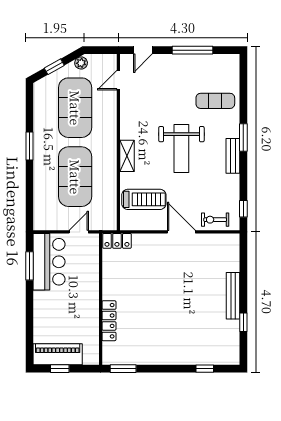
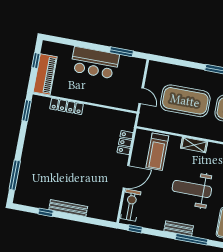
window: (243, 138) -> (192, 239), width x1.44
exercise bike: (215, 220) -> (131, 205), width x1.38, depth x1.39
locker: (117, 241) -> (125, 143), moved
bar counter: (49, 262) -> (95, 63), moved
piano: (58, 354) -> (45, 74), moved
window: (205, 369) -> (15, 175), width x2.17

